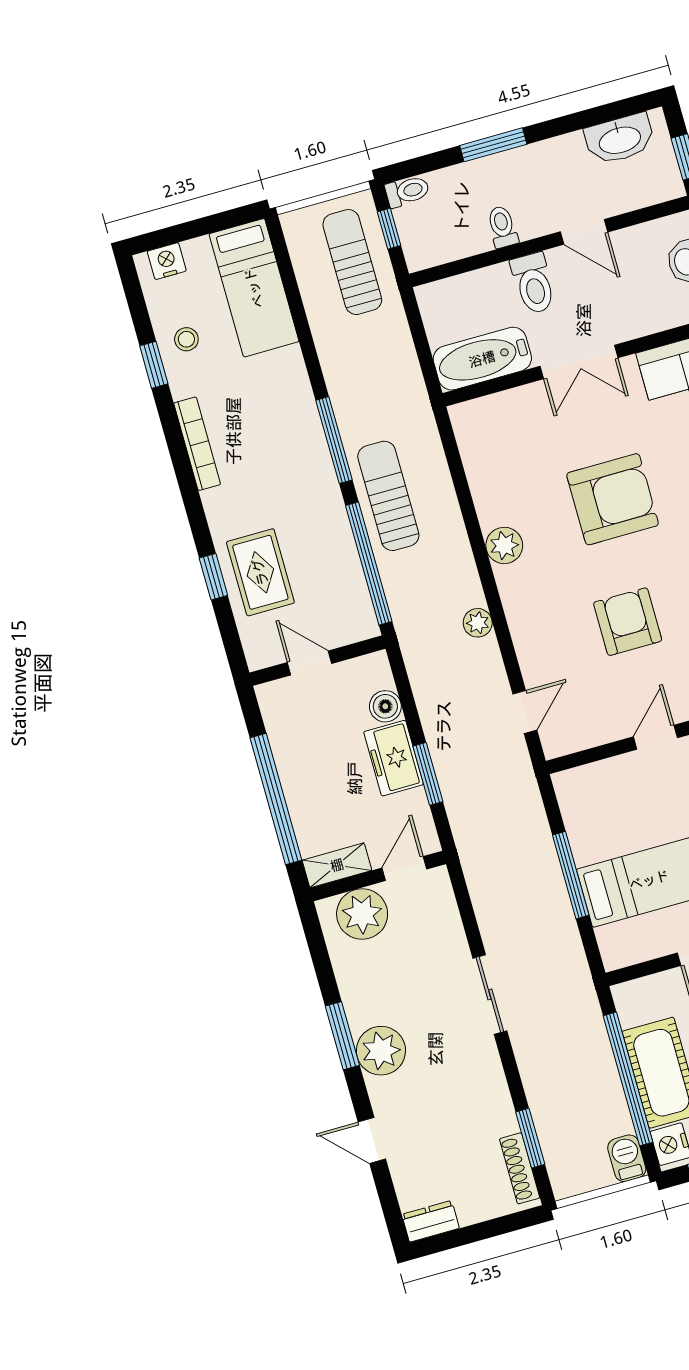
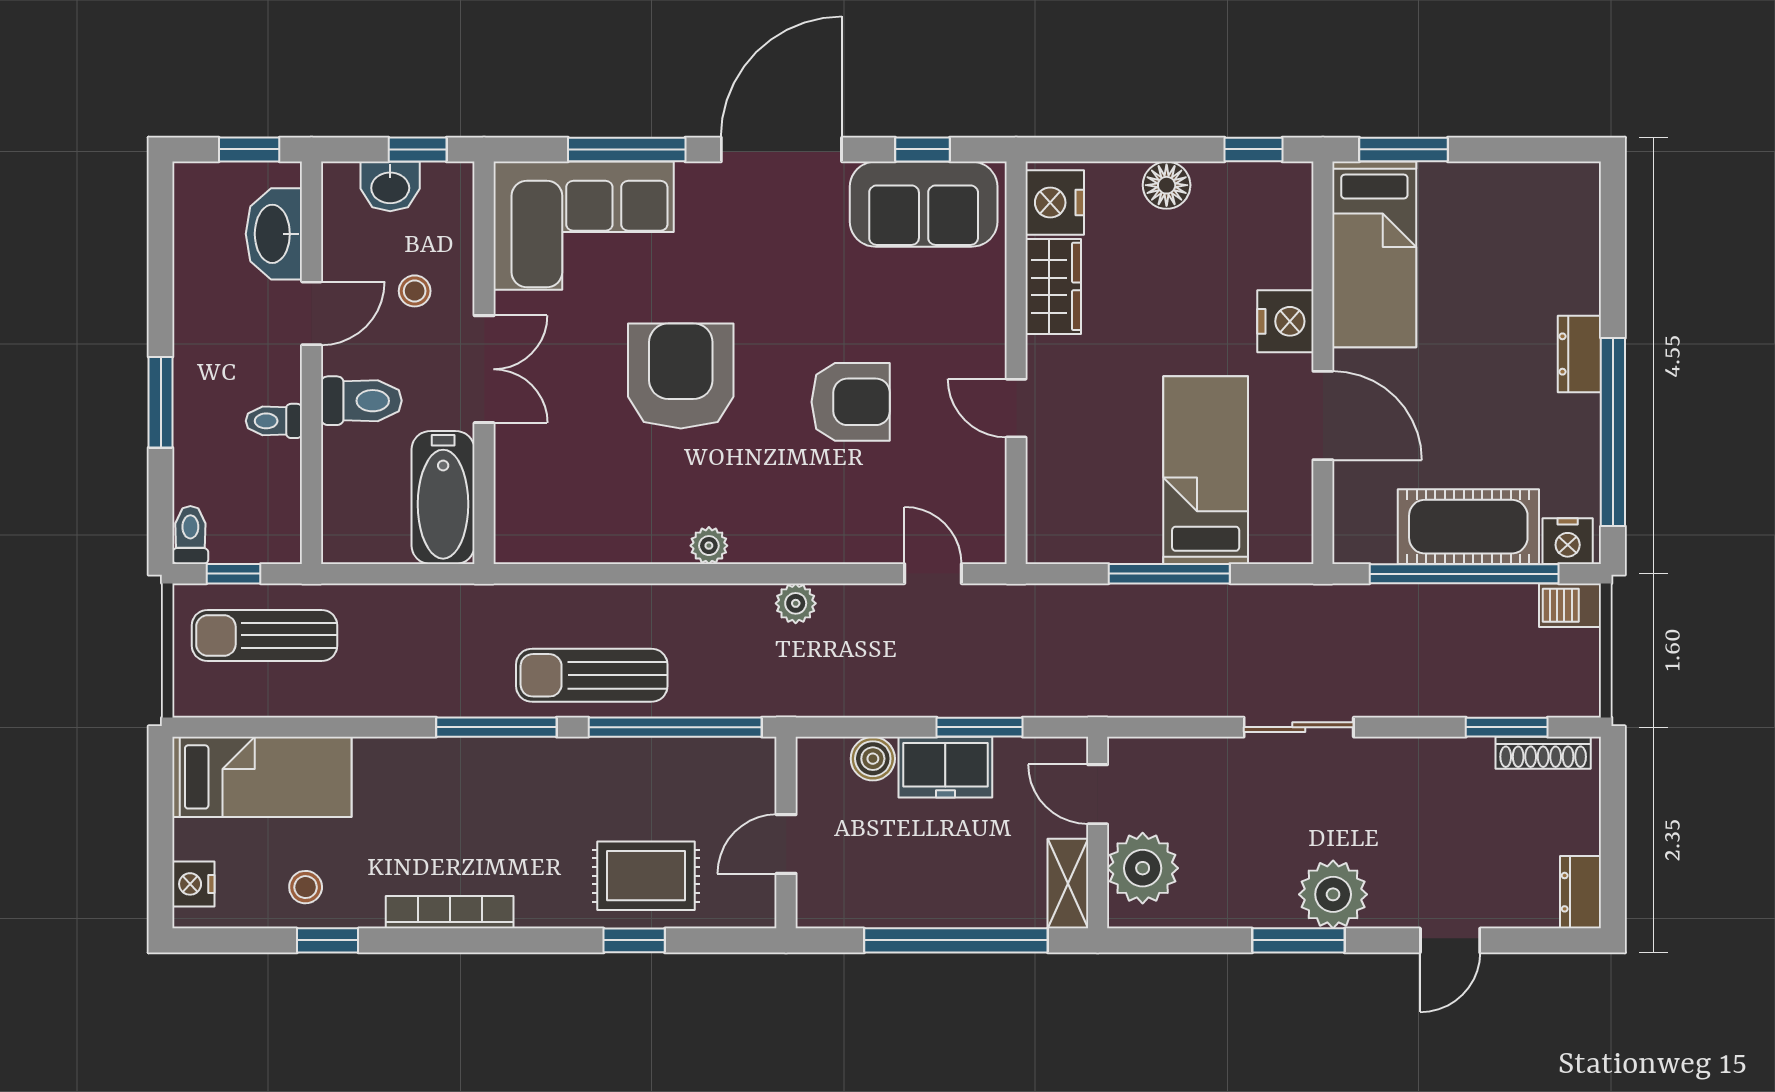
washbasin: (620, 139) -> (274, 234), moved, turned 180
stool: (620, 299) -> (415, 291), added
plant: (504, 545) -> (709, 546), width x0.73, depth x0.73
armchair: (628, 622) -> (851, 402), turned 180

